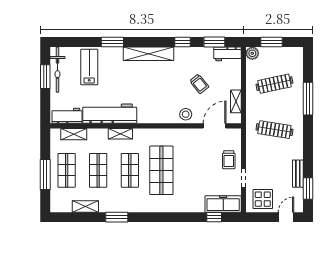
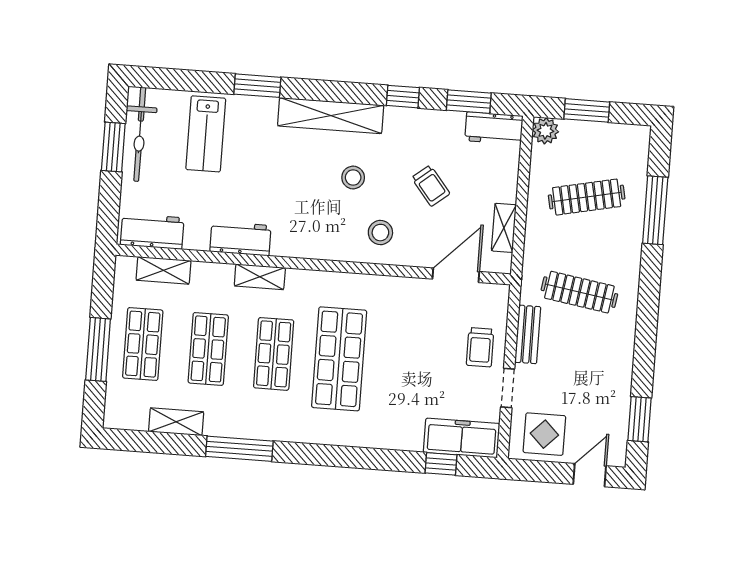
lab bench: (89, 67) -> (206, 134), turned 180
stool: (162, 83) -> (353, 178), added
window: (308, 99) -> (655, 210), moved
workbench: (110, 114) -> (240, 239), width x0.53, depth x0.76
stool: (186, 114) -> (380, 233), moved
bench: (298, 174) -> (528, 334), moved
window: (117, 217) -> (239, 449), width x1.44

